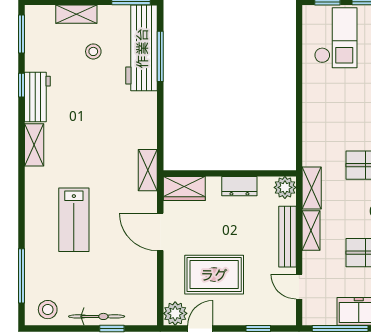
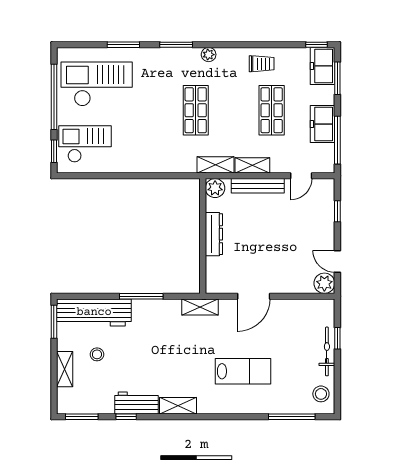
window: (160, 56) -> (141, 296), moved
dresser: (239, 186) -> (214, 234), width x1.44
wardrobe: (184, 189) -> (216, 275), removed
rug: (214, 275) -> (291, 250), removed

